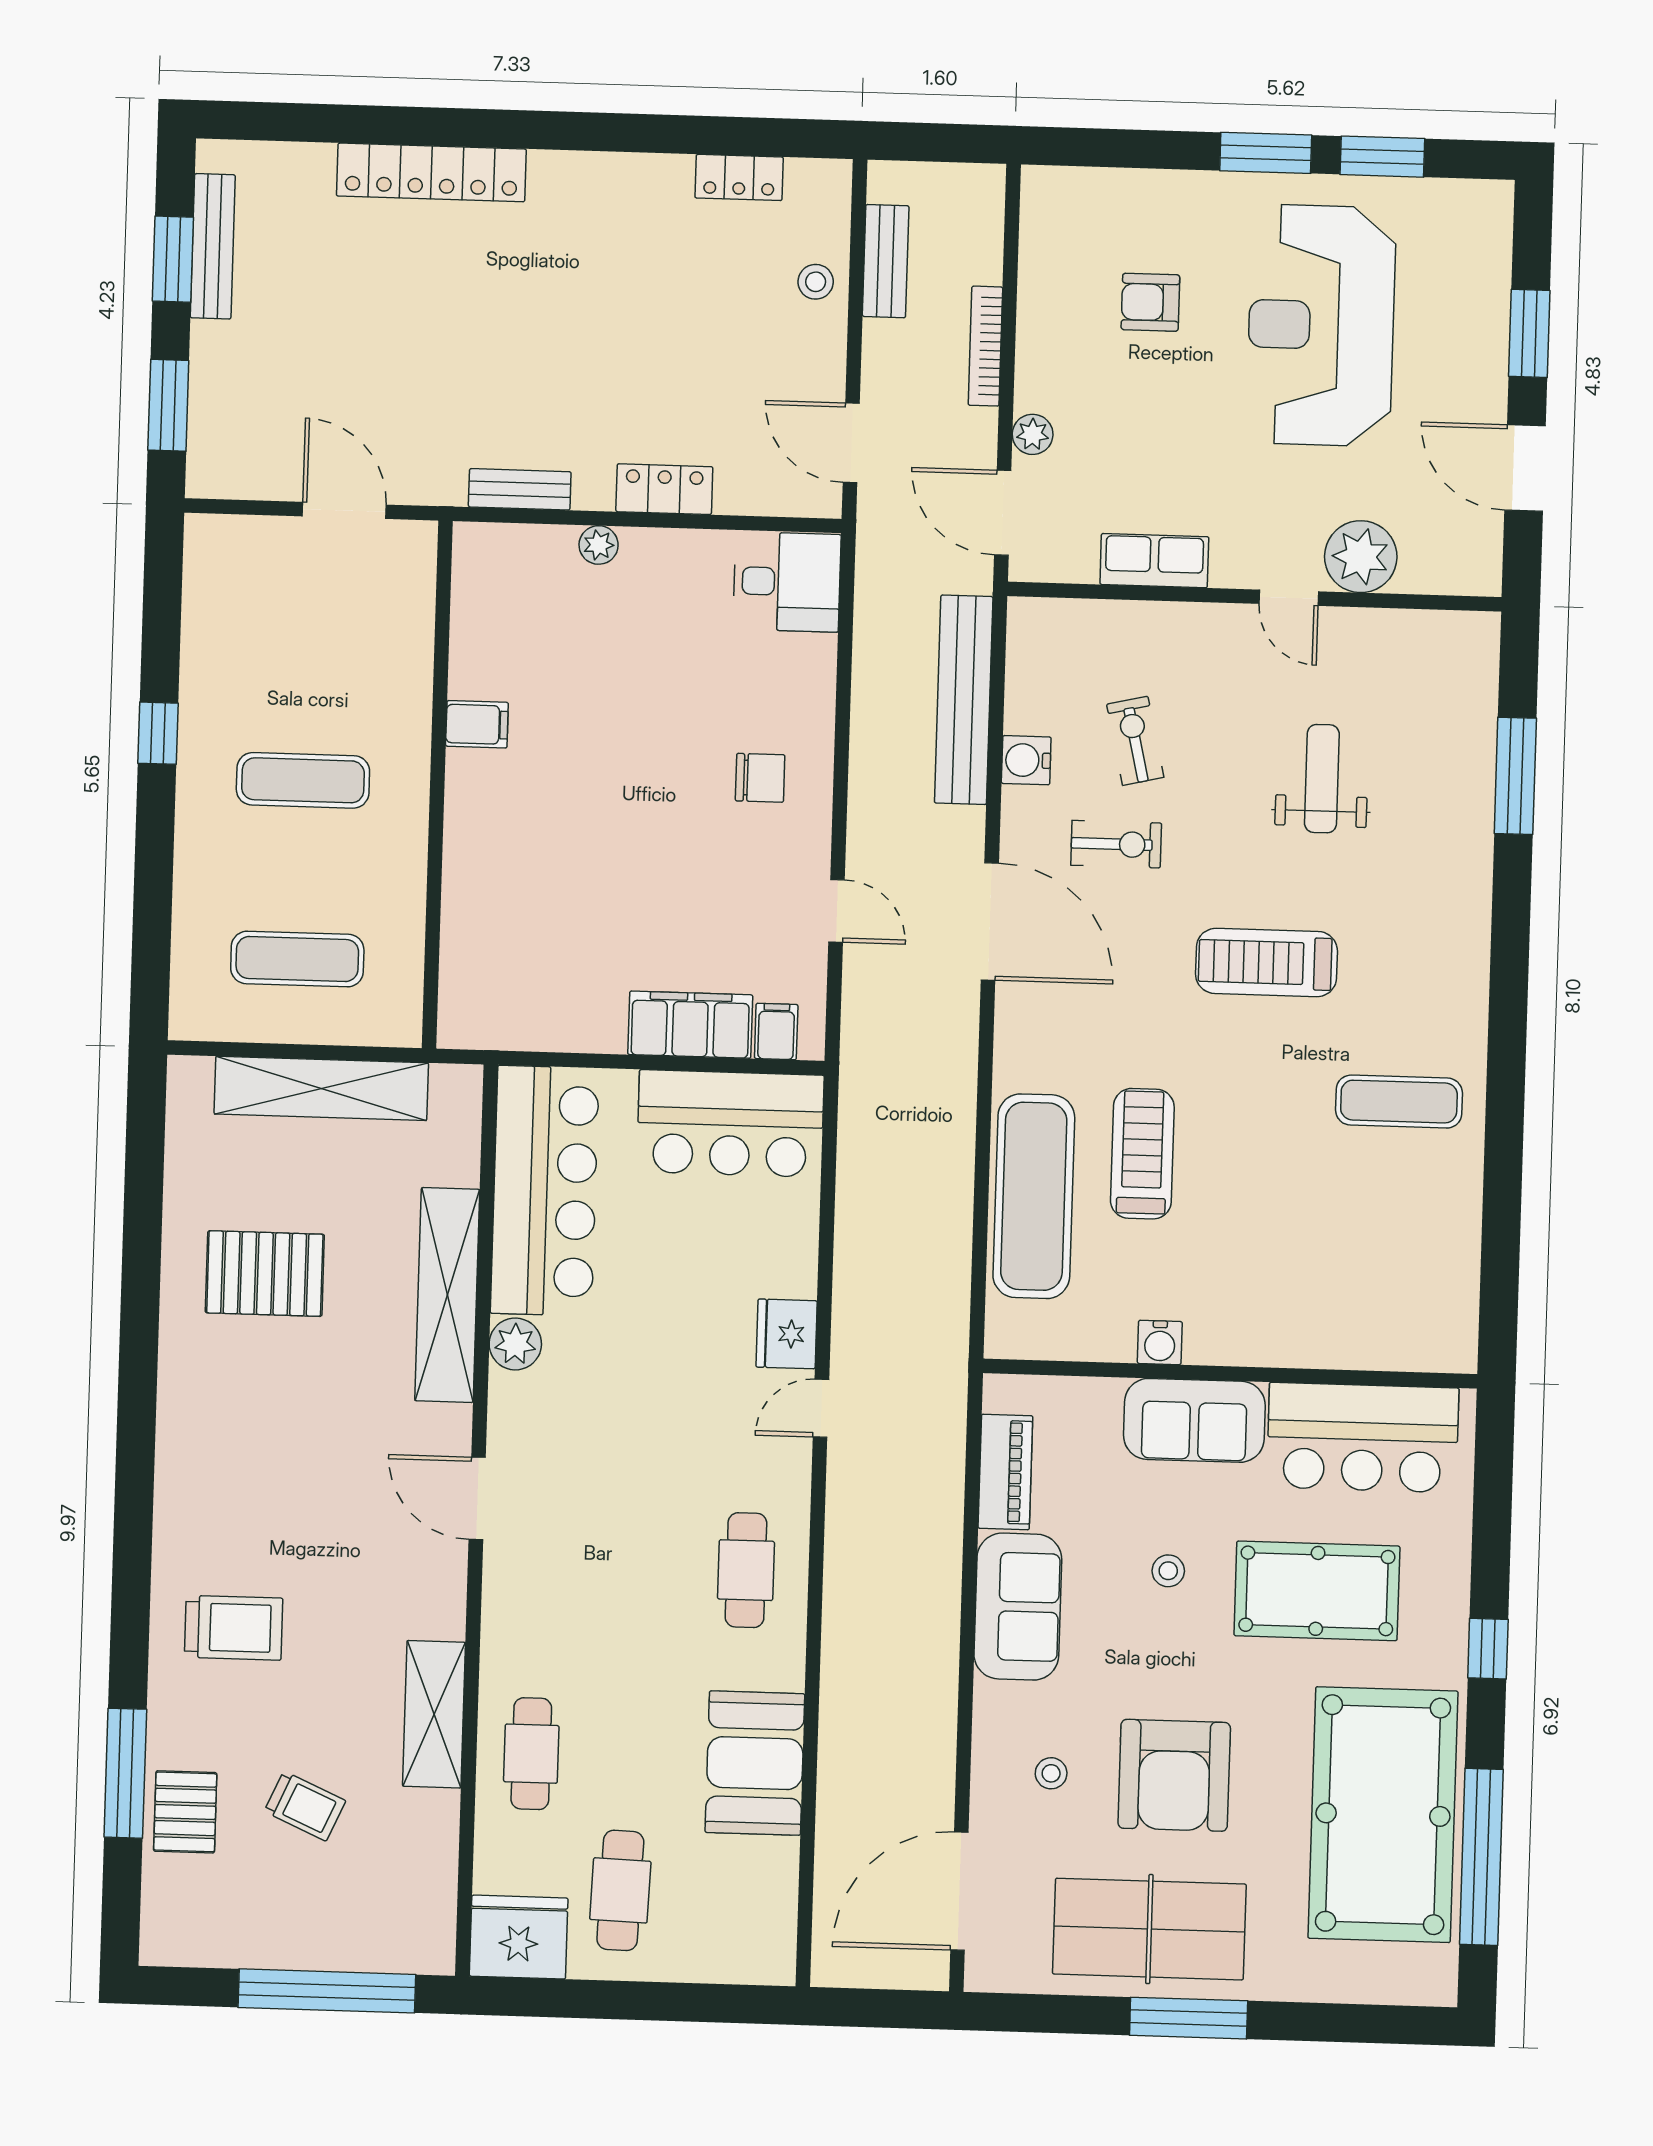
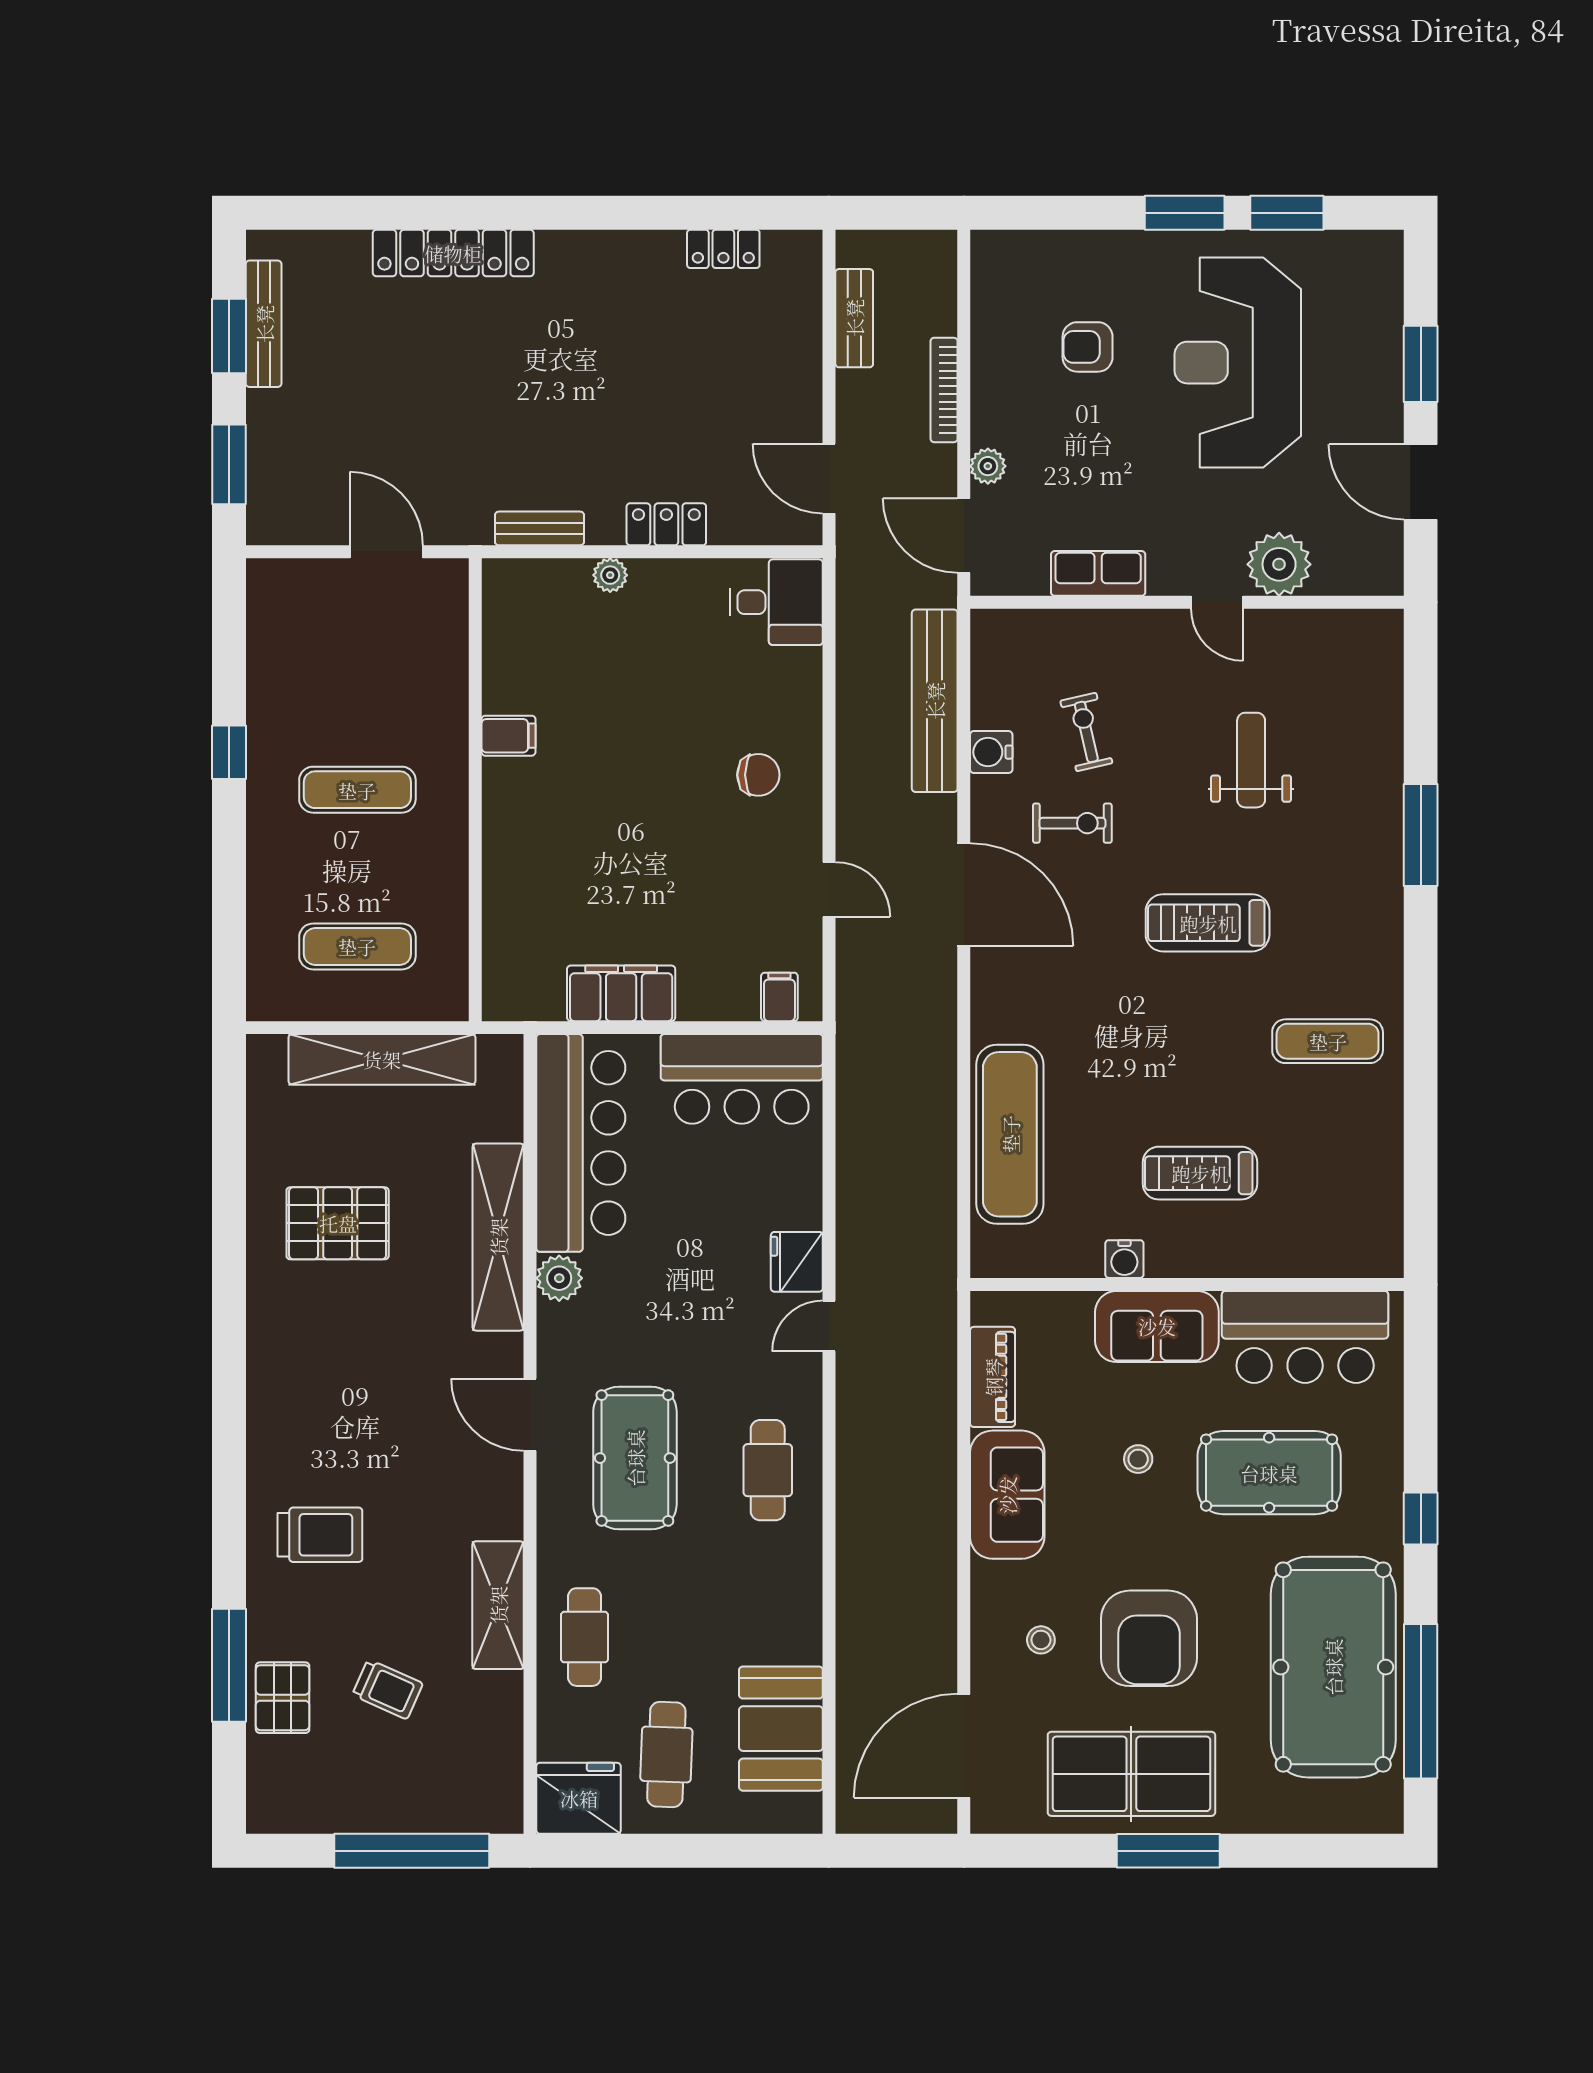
stool: (816, 282) -> (793, 338), removed
window: (1515, 776) -> (1421, 835), moved
filing cabinet: (690, 1025) -> (621, 993), moved
treadmill: (1142, 1154) -> (1200, 1173), moved, turned -90
pool table: (595, 1552) -> (635, 1458), added
booth: (755, 1763) -> (781, 1729), moved

